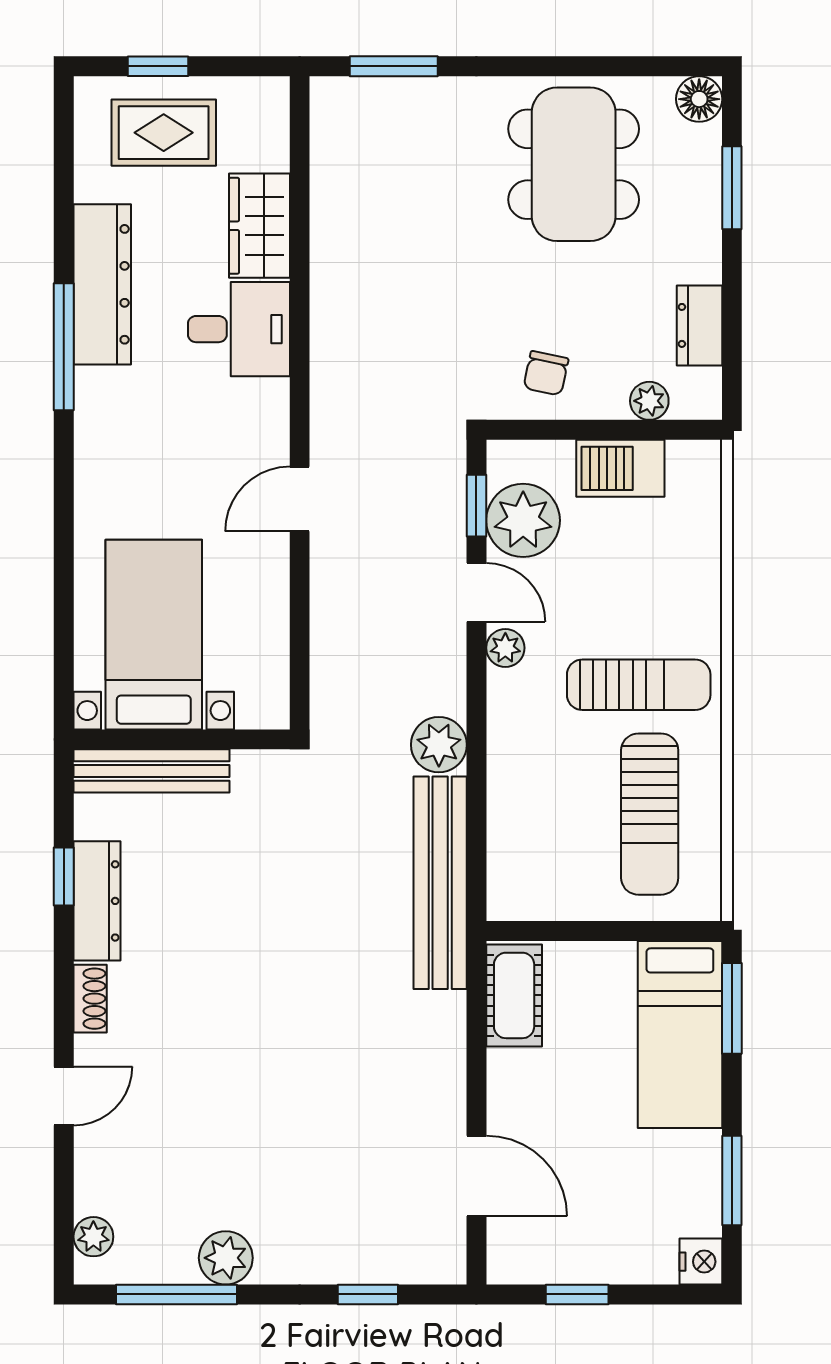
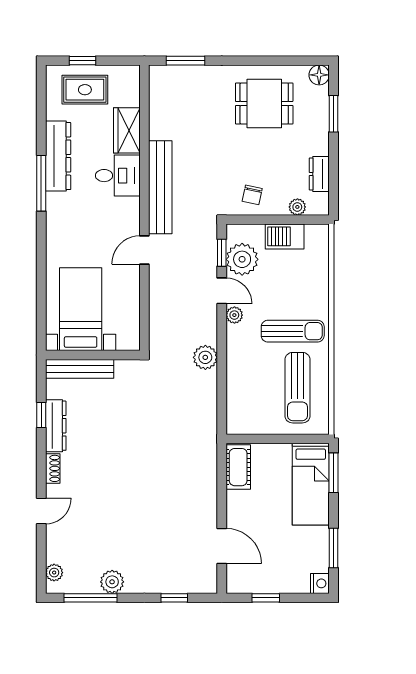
dining table: (574, 164) -> (264, 103), width x0.73
bench: (440, 883) -> (160, 187), moved

